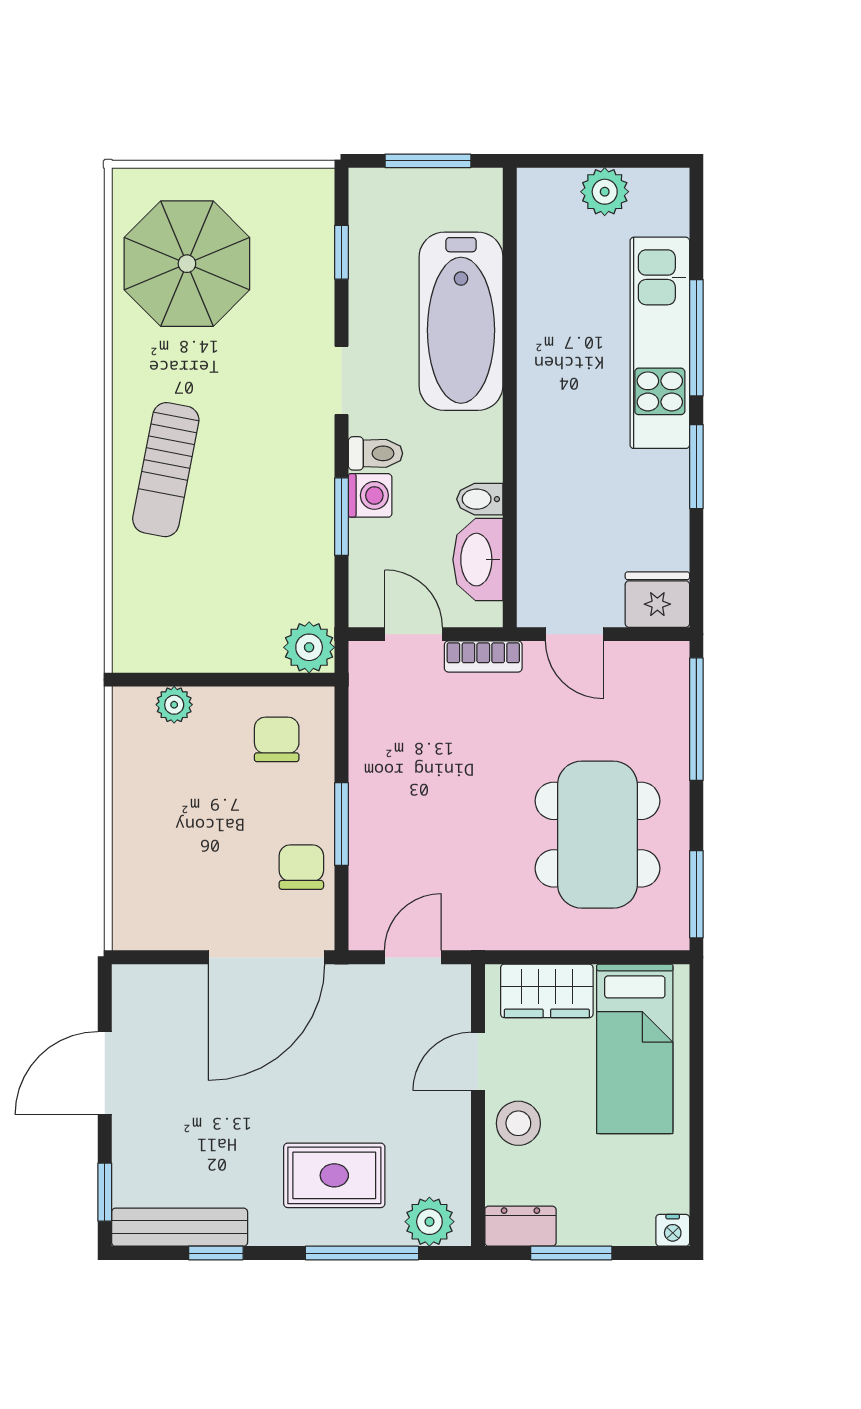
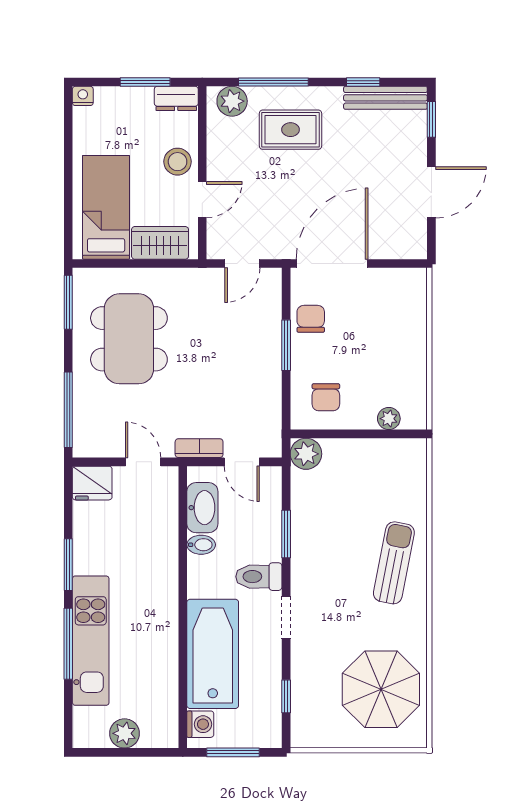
toilet: (375, 453) -> (259, 577), width x1.37, depth x1.39
washing machine: (370, 495) -> (200, 724), moved, turned 180
chair: (301, 867) -> (311, 319), turned 180

